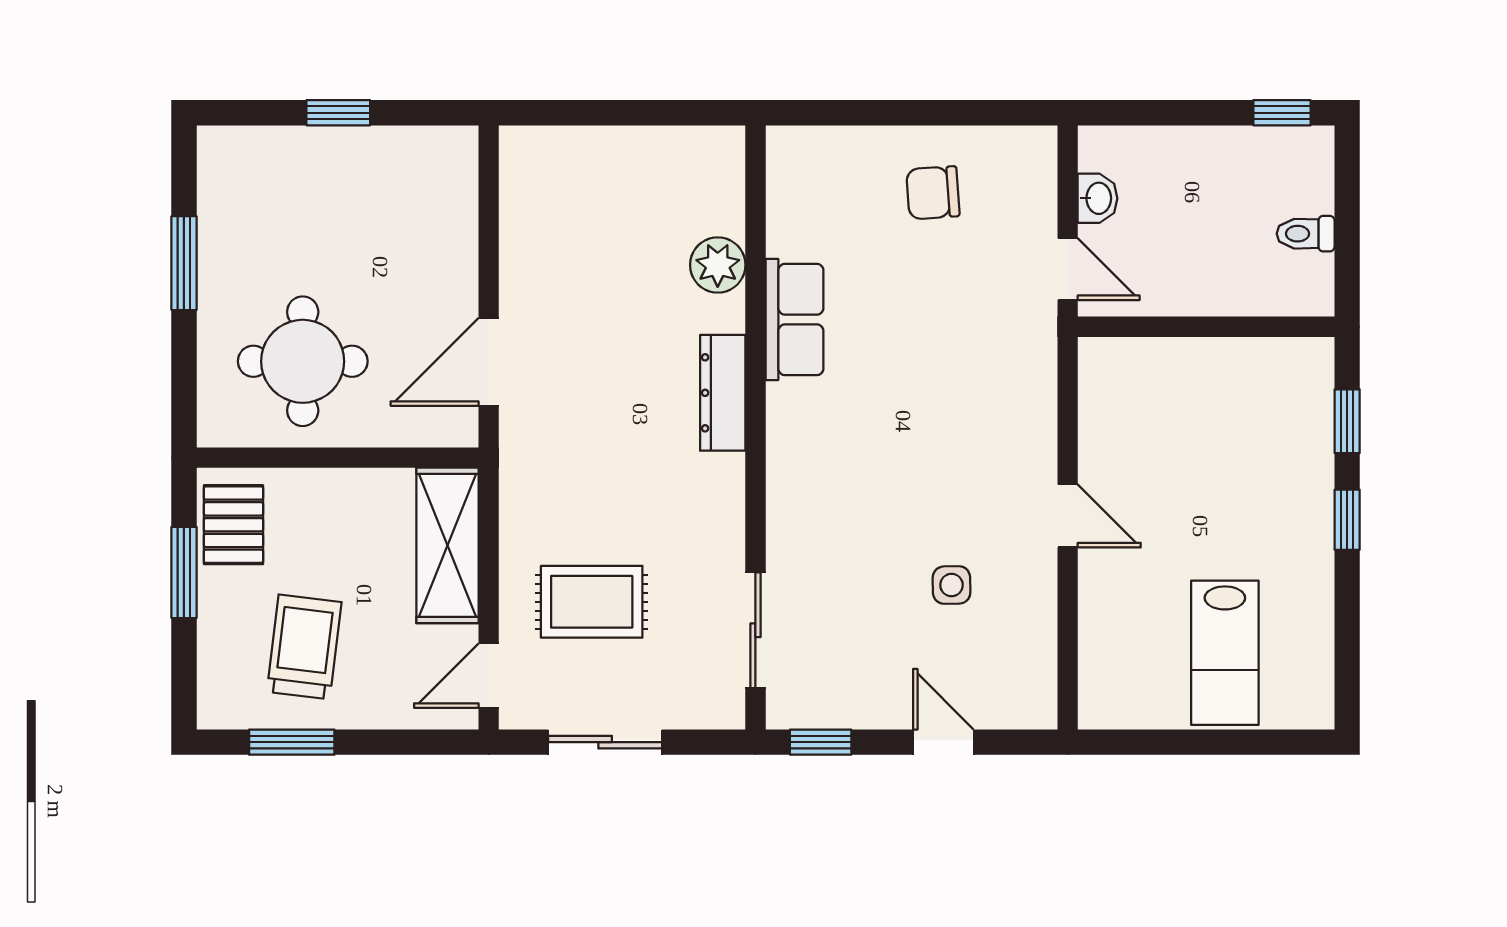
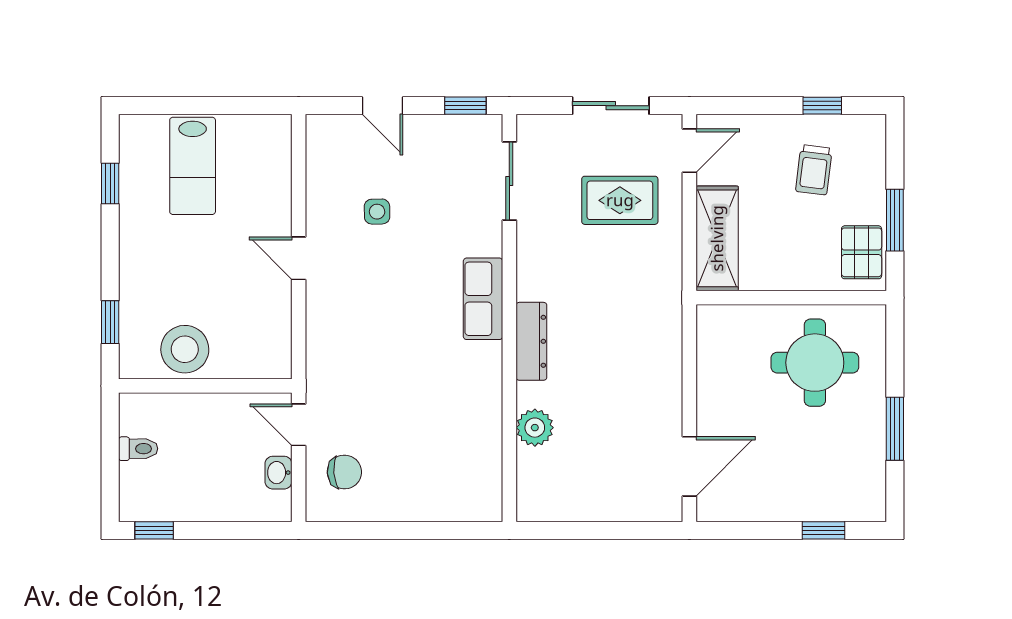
window: (338, 113) -> (823, 530), moved
chair: (933, 193) -> (344, 472), moved
row of seats: (794, 319) -> (483, 299), moved
door: (489, 362) -> (689, 466), moved
stool: (1236, 381) -> (185, 349), added
window: (1347, 520) -> (110, 184), moved
trolley: (304, 647) -> (814, 170), width x0.73, depth x0.72
lab bench: (1225, 653) -> (193, 166), turned 180
window: (292, 742) -> (822, 106), width x0.67

